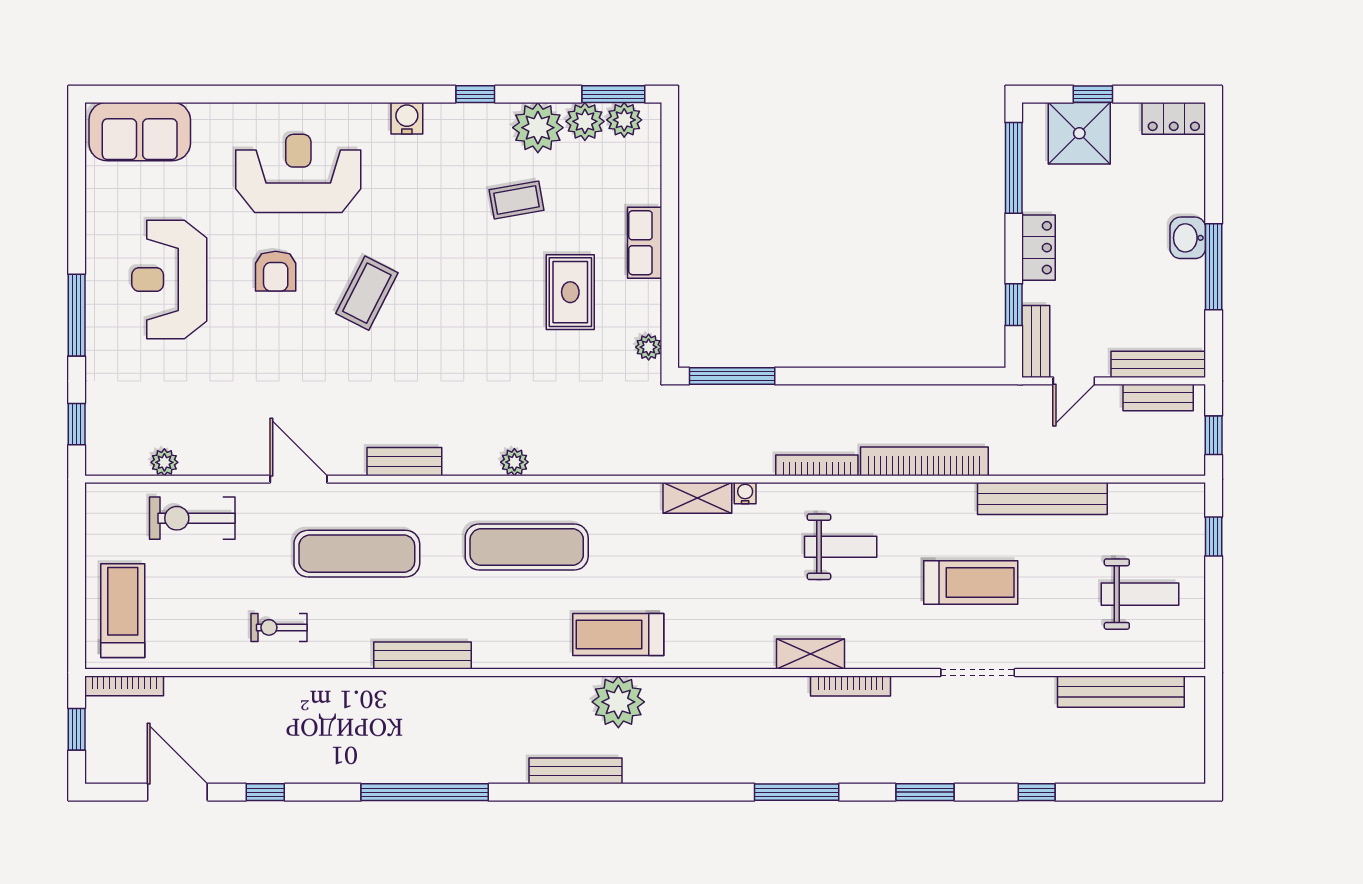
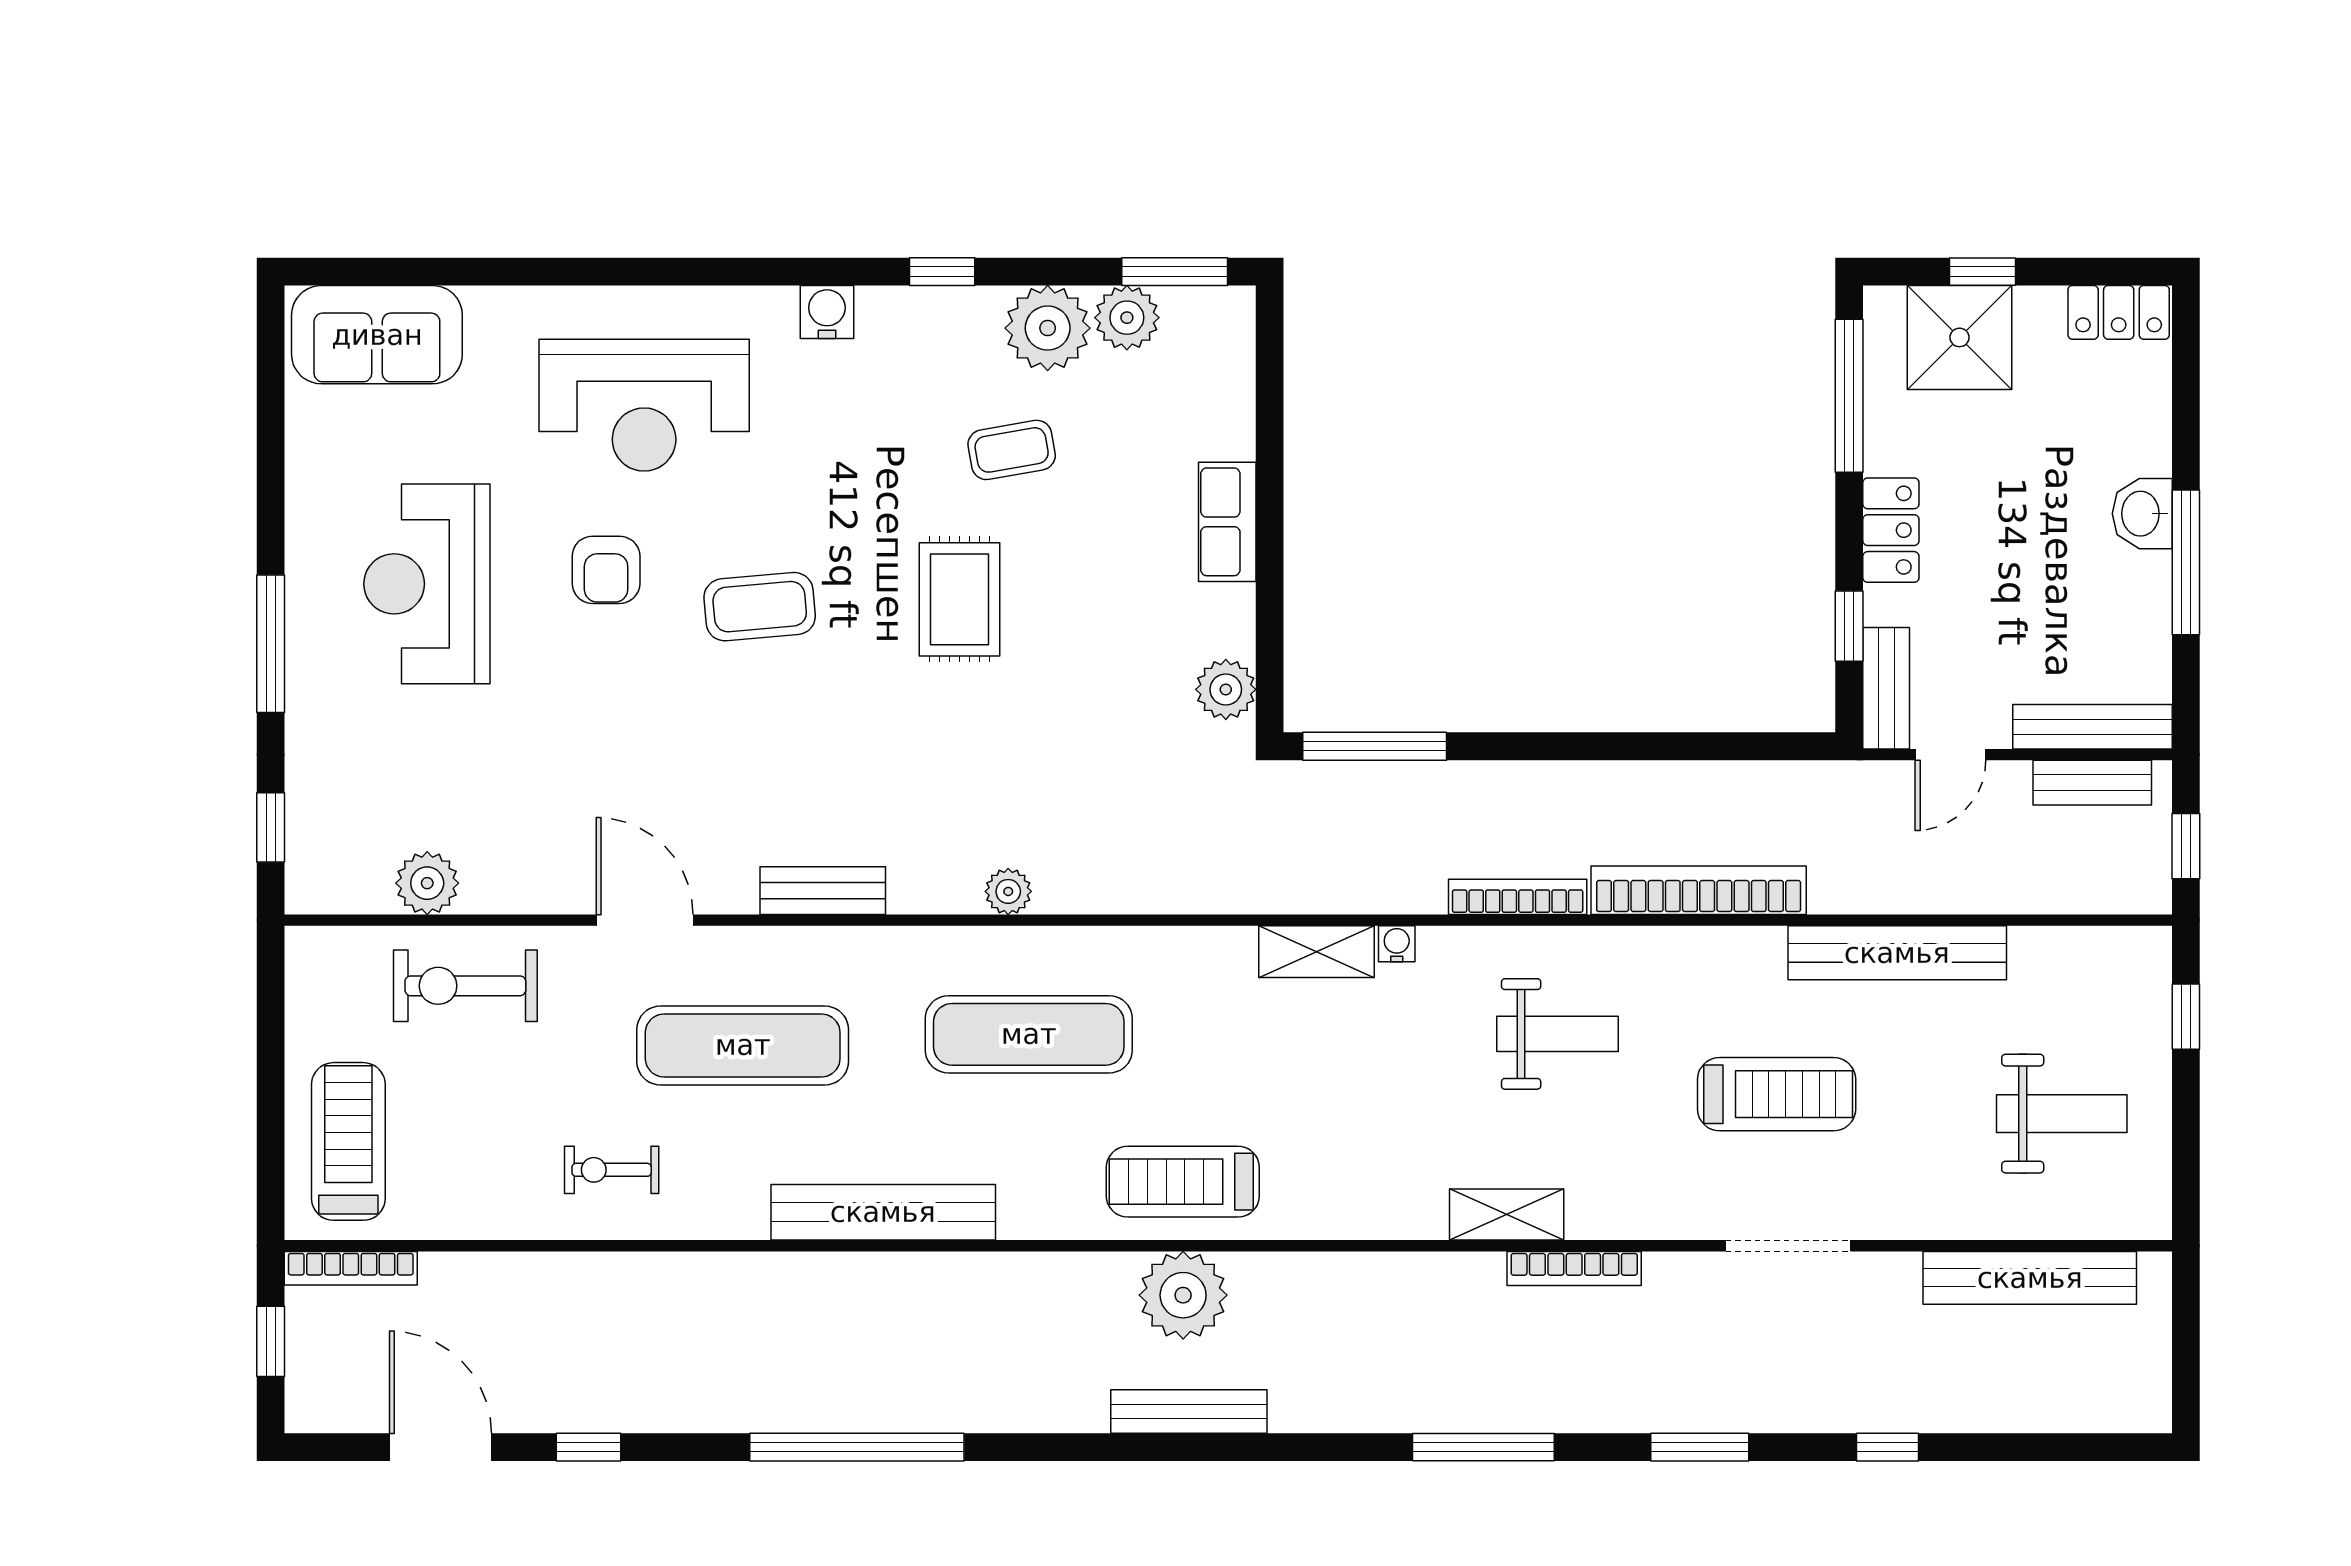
plant: (624, 120) -> (1193, 315), removed
reception desk: (298, 173) -> (644, 405), turned 180
rug: (570, 292) -> (960, 599), moved
coffee table: (367, 293) -> (760, 607), turned 58
plant: (649, 347) -> (1226, 689), width x1.38, depth x1.38
plant: (164, 462) -> (427, 883), width x1.38, depth x1.38
bench: (422, 656) -> (883, 1212), width x1.37, depth x1.21
bench: (575, 771) -> (1189, 1412), moved

